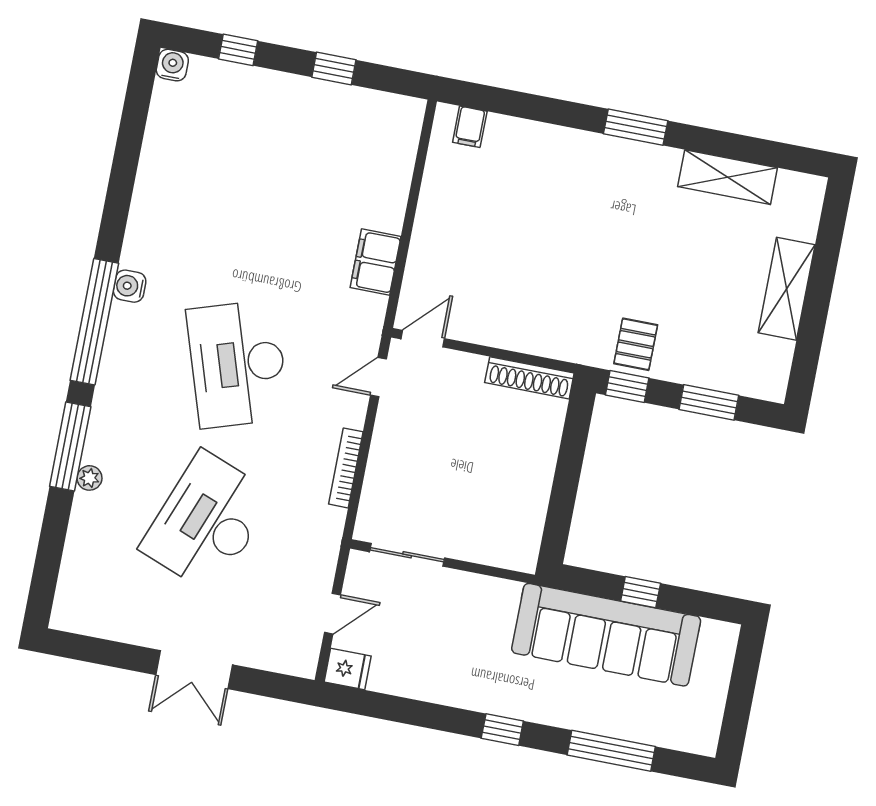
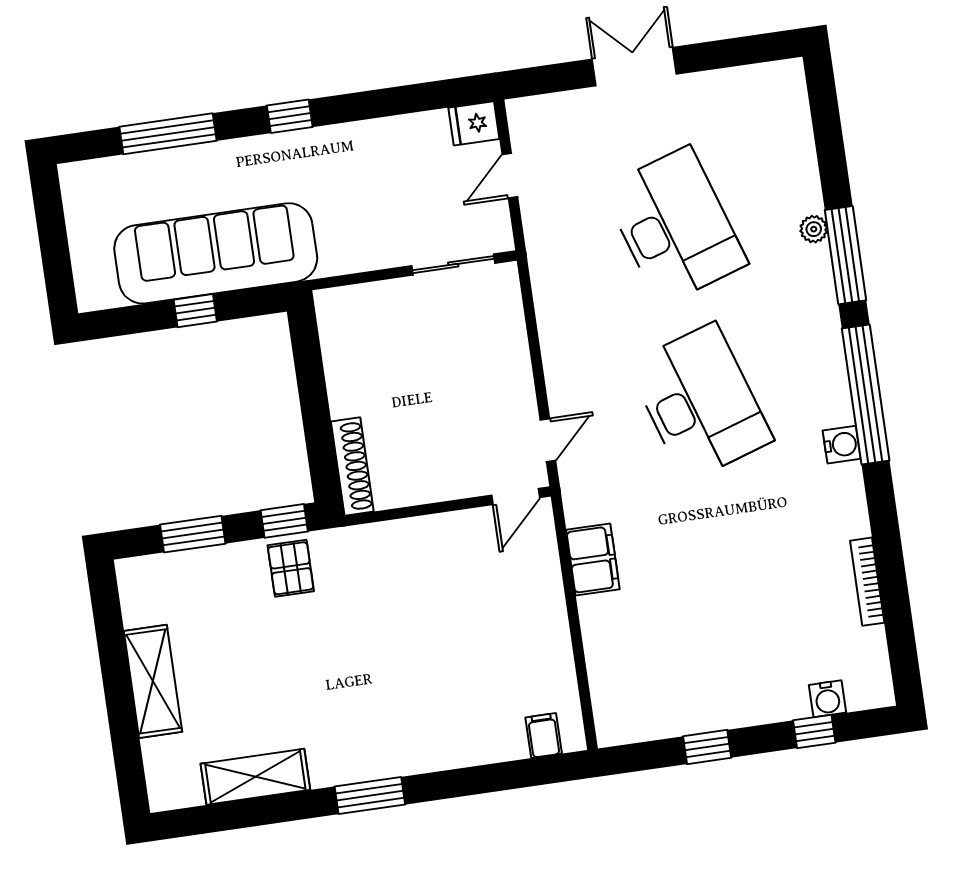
water cooler: (172, 65) -> (827, 699), moved
shoe rack: (529, 378) -> (352, 467), moved, turned 90
bookcase: (346, 468) -> (867, 582), moved, turned 180
desk: (207, 522) -> (675, 226), turned -39

